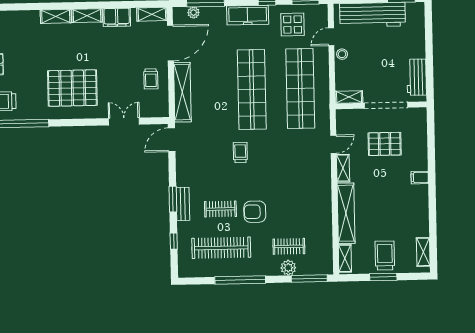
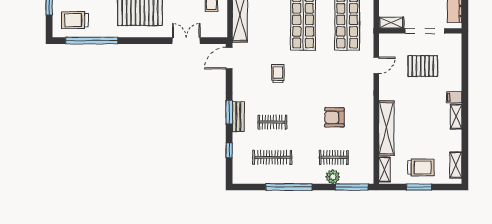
trolley: (240, 152) -> (278, 74), moved
shelving: (343, 168) -> (456, 117), moved
armchair: (255, 212) -> (334, 117), moved
clothes rail: (221, 248) -> (272, 157), width x0.73, depth x0.76
trolley: (385, 255) -> (421, 167), turned 90

